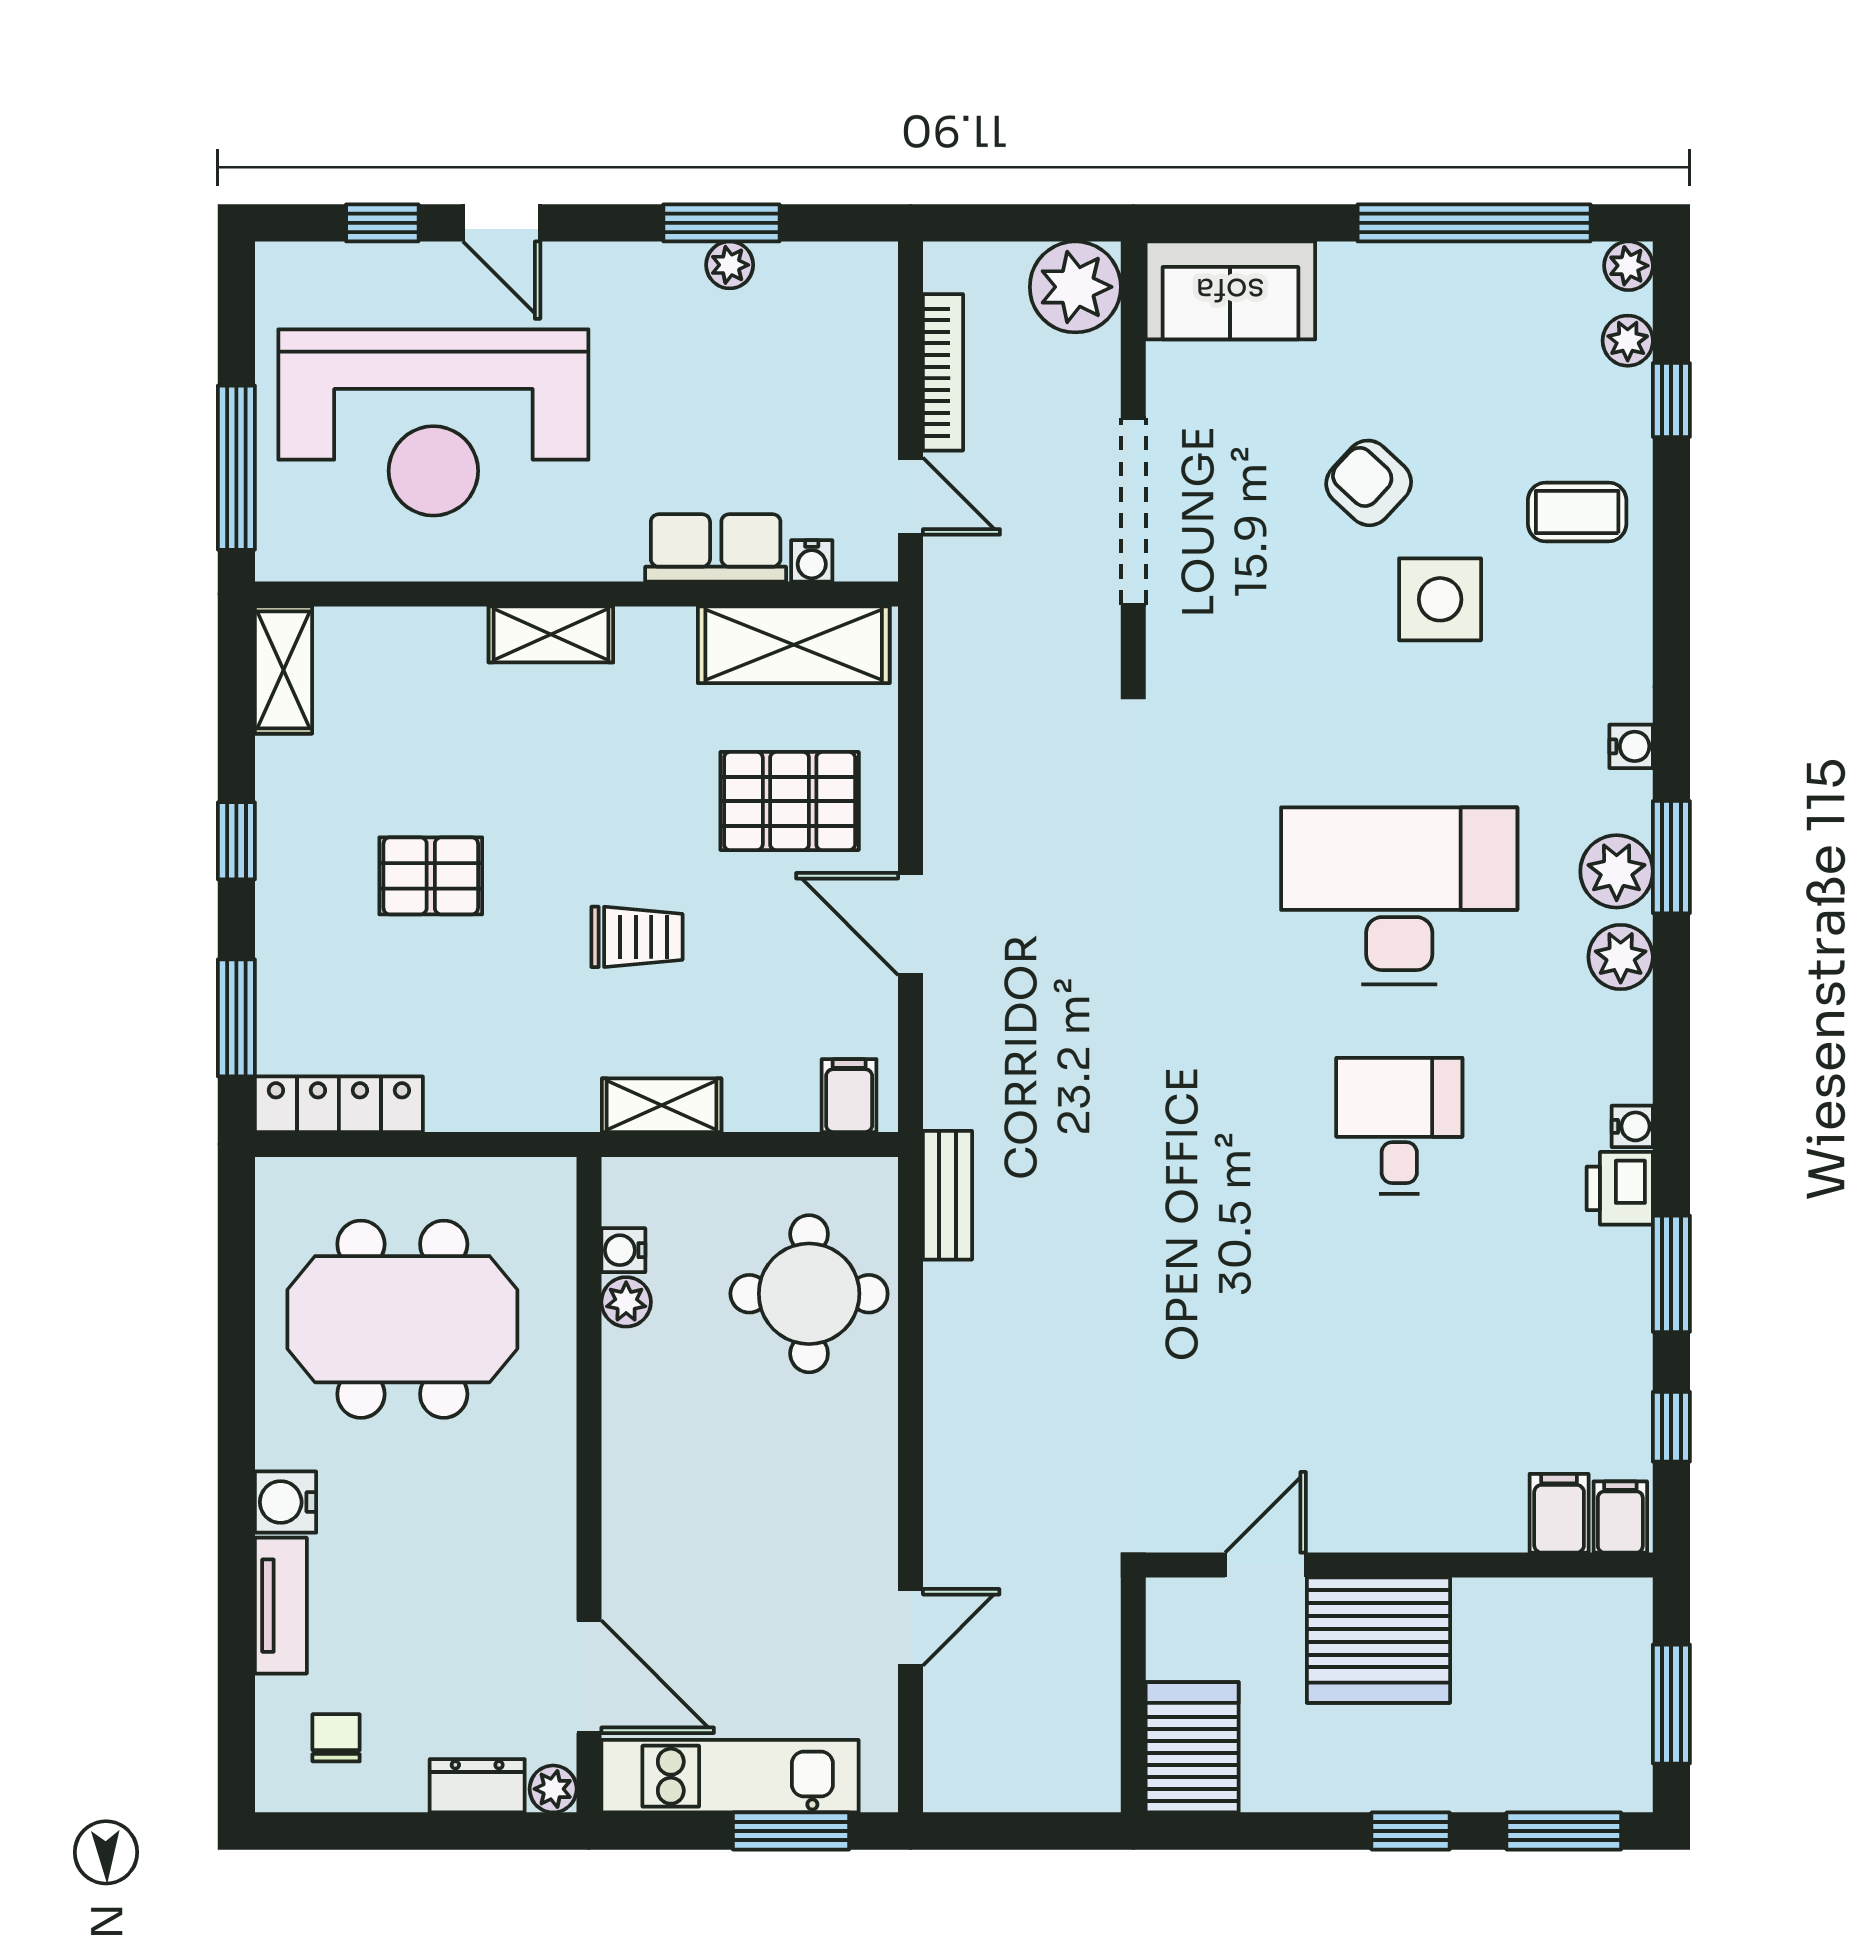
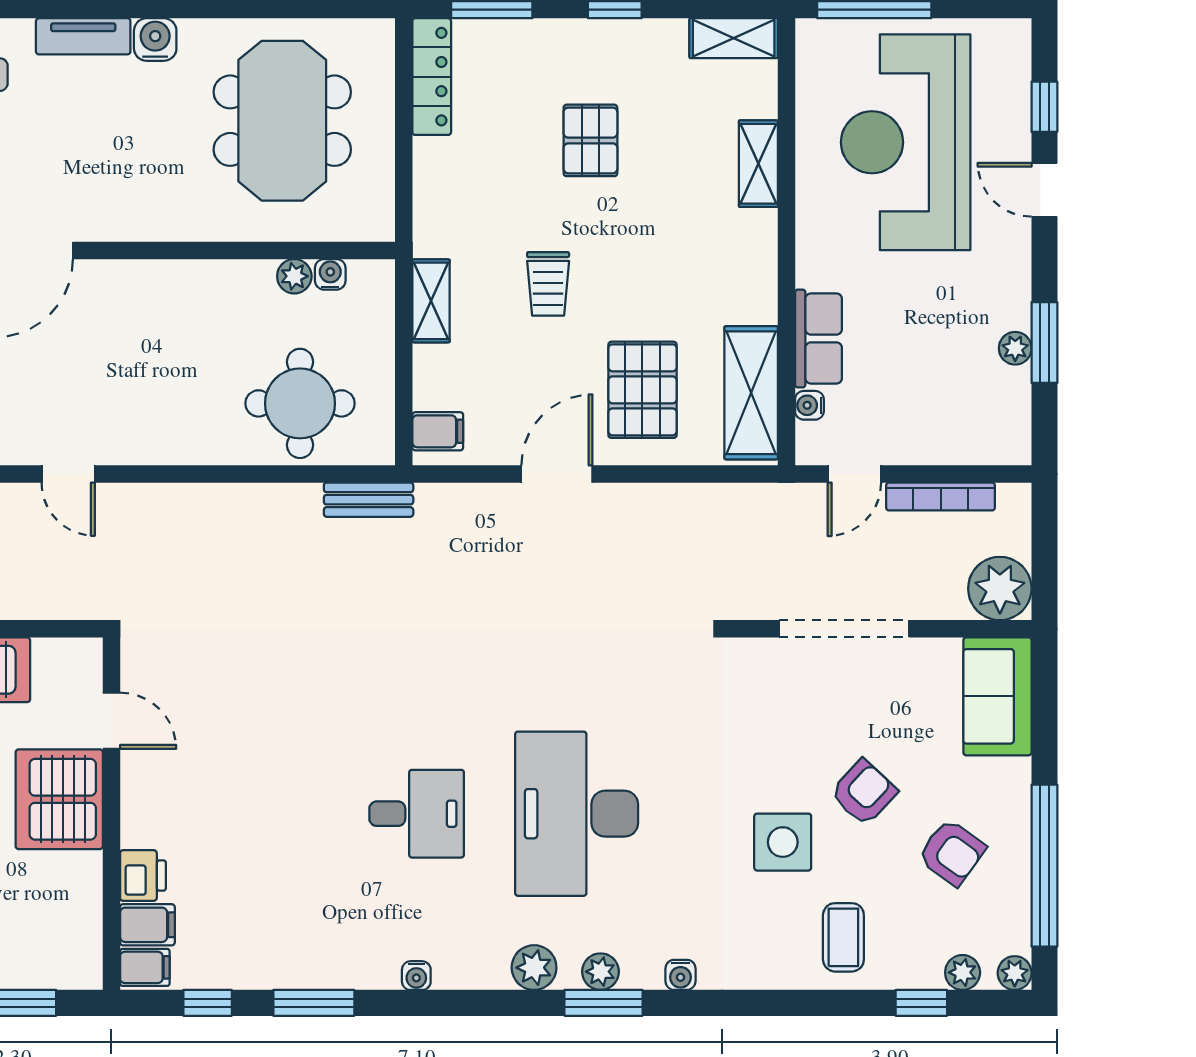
door: (502, 223) -> (1044, 190), hinge flipped
armchair: (1455, 356) -> (952, 852), added
shelving: (551, 634) -> (758, 164), moved
plant: (1617, 871) -> (600, 972), width x0.73, depth x0.73
desk: (1399, 896) -> (577, 814), turned 180
printer: (1620, 1188) -> (143, 876), moved, turned 90

